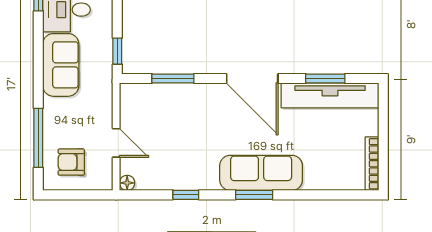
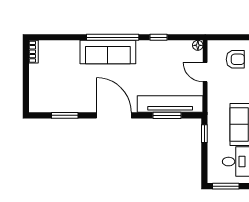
tv unit: (330, 95) -> (170, 104), moved
bookcase: (372, 164) -> (33, 52), width x0.64
window: (254, 195) -> (113, 37), width x2.11

